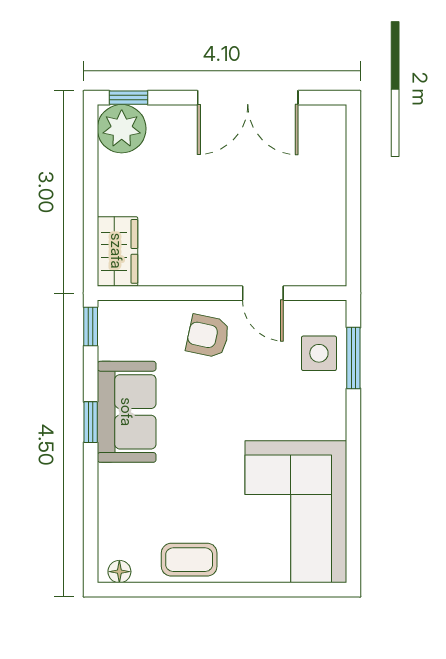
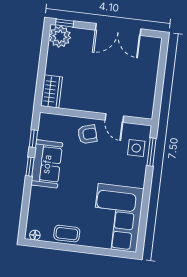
window: (91, 327) -> (33, 139), moved
armchair: (208, 336) -> (87, 134), turned 152

